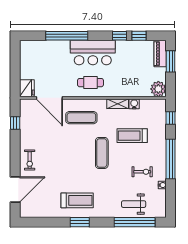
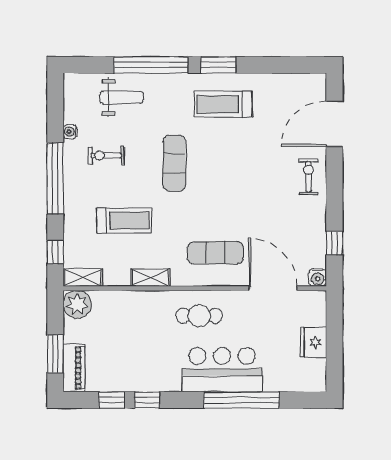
bar counter: (93, 53) -> (222, 370), moved
fridge: (27, 88) -> (313, 342), moved
water cooler: (134, 104) -> (318, 277), moved
shelving: (155, 104) -> (83, 277), added
exercise mat: (102, 153) -> (174, 163), moved
window: (135, 222) -> (151, 65), moved

